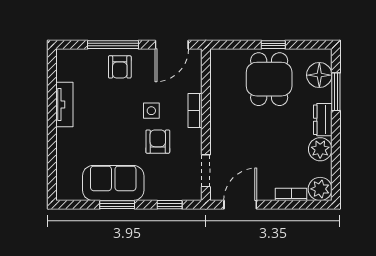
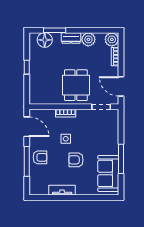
dining table: (269, 79) -> (76, 85), moved, turned 90
armchair: (158, 142) -> (76, 160), moved
sofa: (113, 183) -> (108, 173), moved
window: (117, 205) -> (121, 159), width x1.44
window: (170, 205) -> (121, 128), removed

